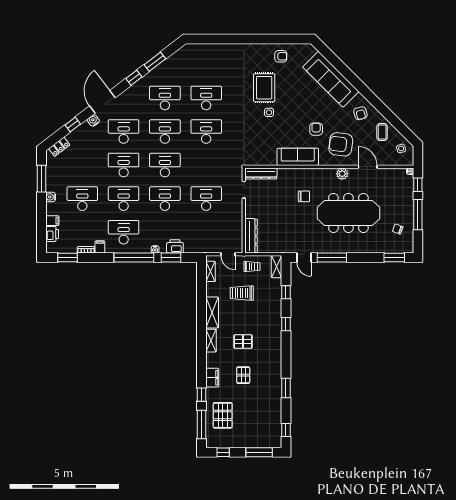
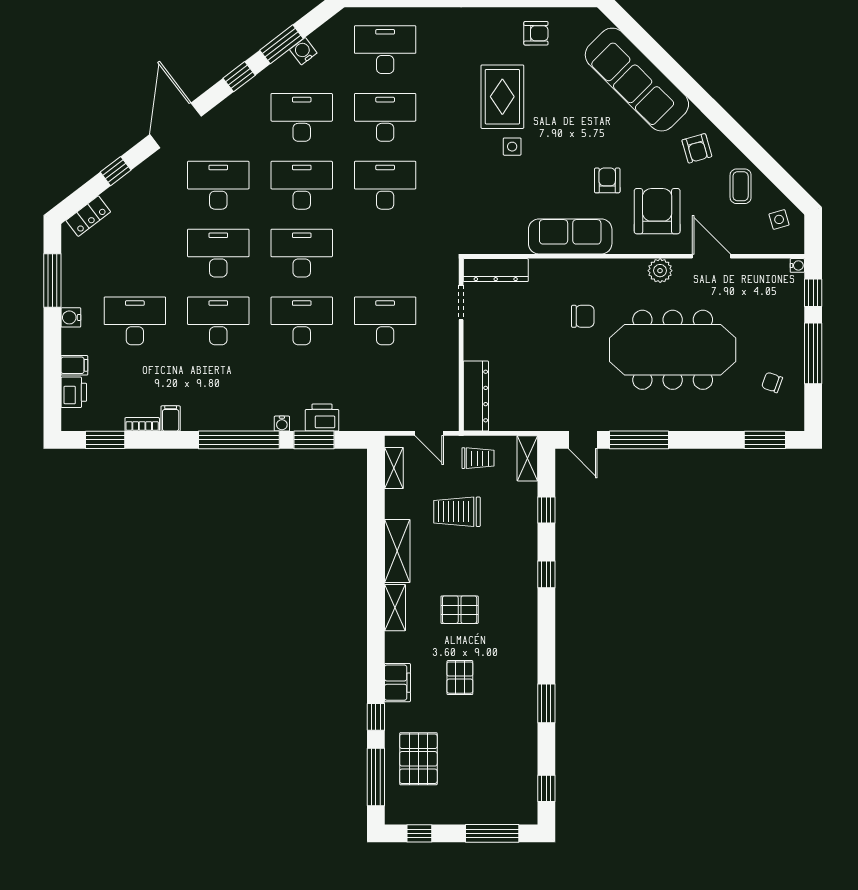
water cooler: (93, 120) -> (303, 51), moved
armchair: (341, 144) -> (657, 211), turned 83
desk: (124, 232) -> (385, 50), moved

